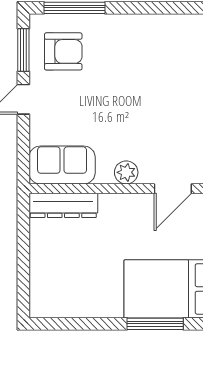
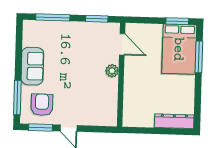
sofa: (62, 165) -> (32, 66), moved, turned 180
dresser: (63, 205) -> (174, 121), moved, turned -90

